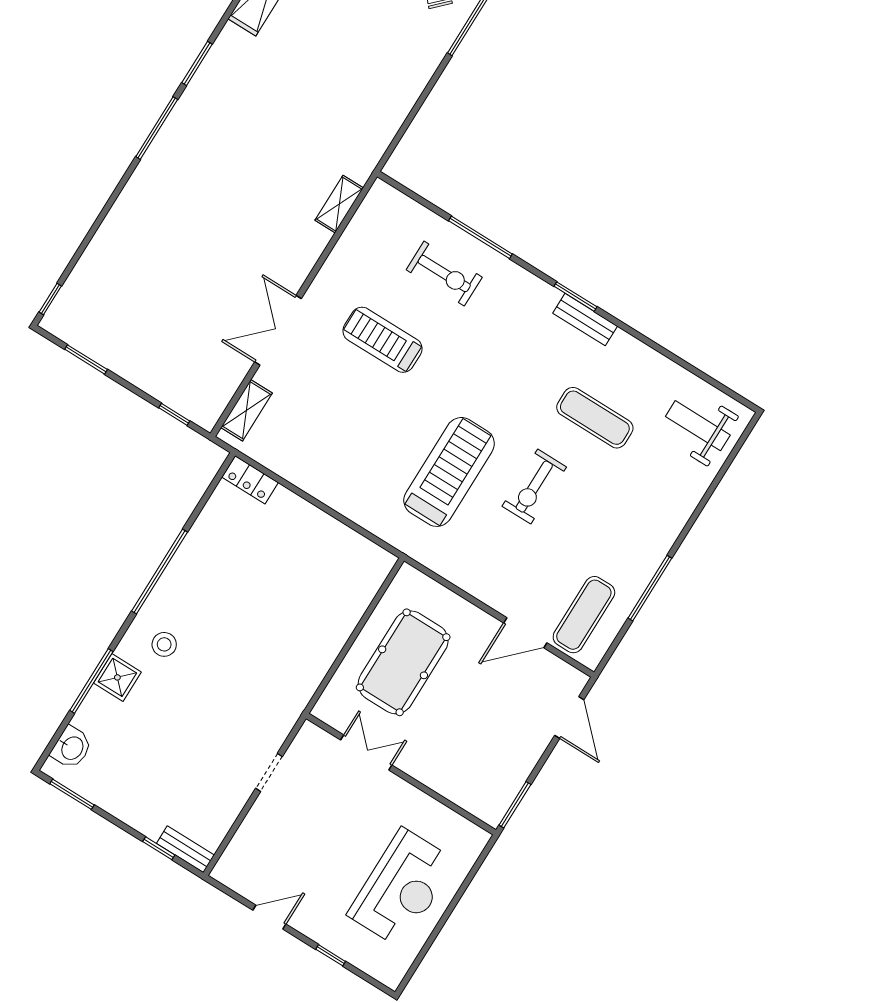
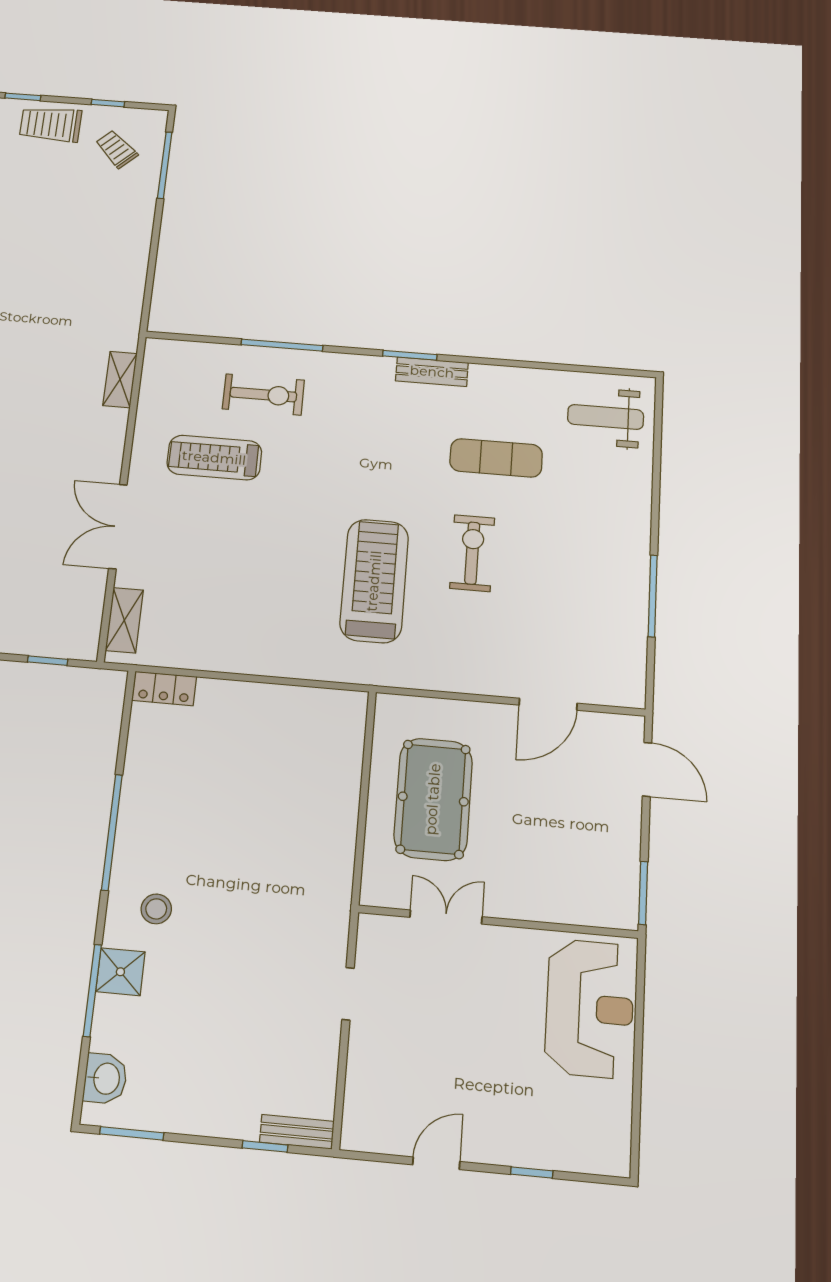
treadmill: (382, 340) -> (214, 458), moved
exercise bike: (534, 487) -> (472, 553), turned 180
exercise mat: (584, 615) -> (599, 656), removed
reception desk: (402, 888) -> (590, 1008), moved

